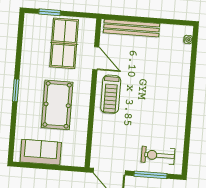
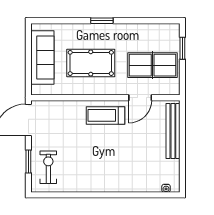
sofa: (41, 152) -> (42, 57), width x1.36
window: (151, 175) -> (28, 161), width x0.69

